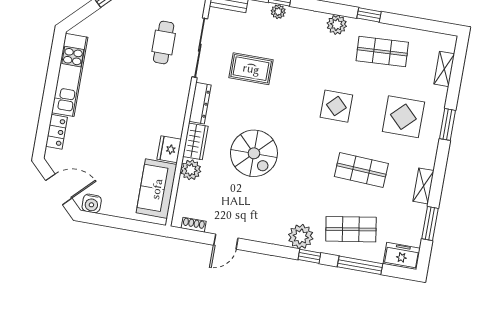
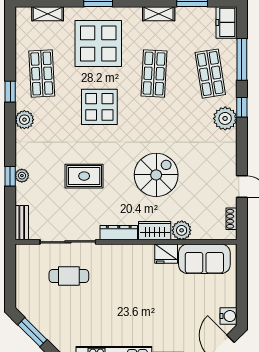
rug: (251, 69) -> (84, 176), moved, turned 90
display table: (336, 106) -> (99, 107), width x1.36, depth x1.36
display table: (403, 117) -> (98, 43), width x1.36, depth x1.36

